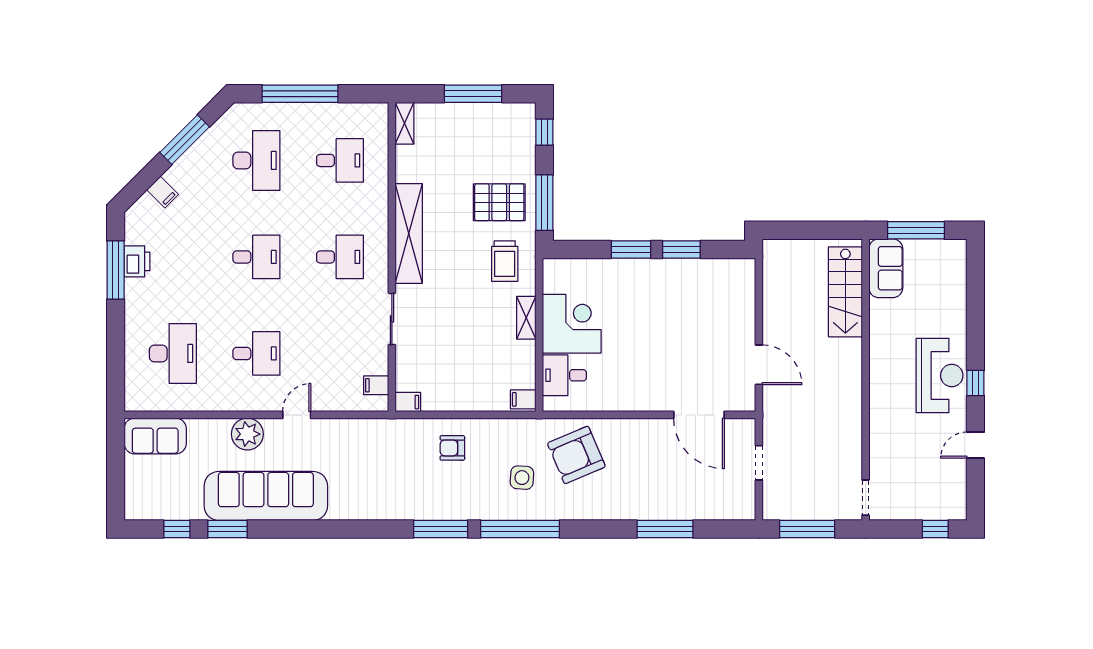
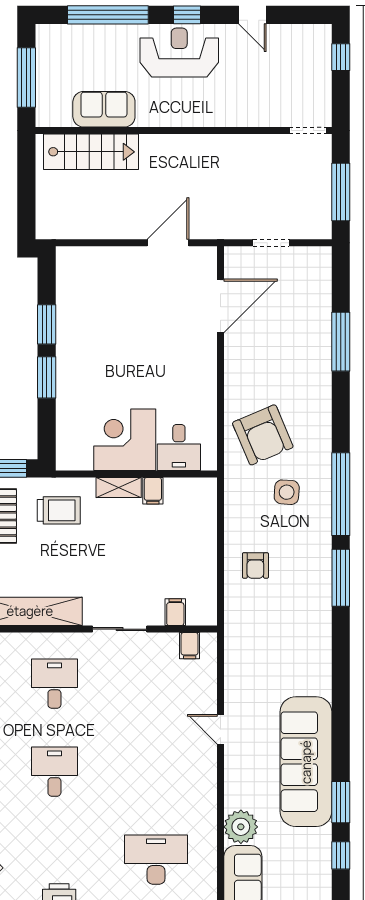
sofa: (886, 268) -> (104, 109), moved
window: (975, 308) -> (108, 15), added
desk: (256, 353) -> (156, 772), removed
filing cabinet: (523, 399) -> (153, 491), moved
filing cabinet: (408, 402) -> (175, 612), moved
plant: (247, 434) -> (241, 827), moved

